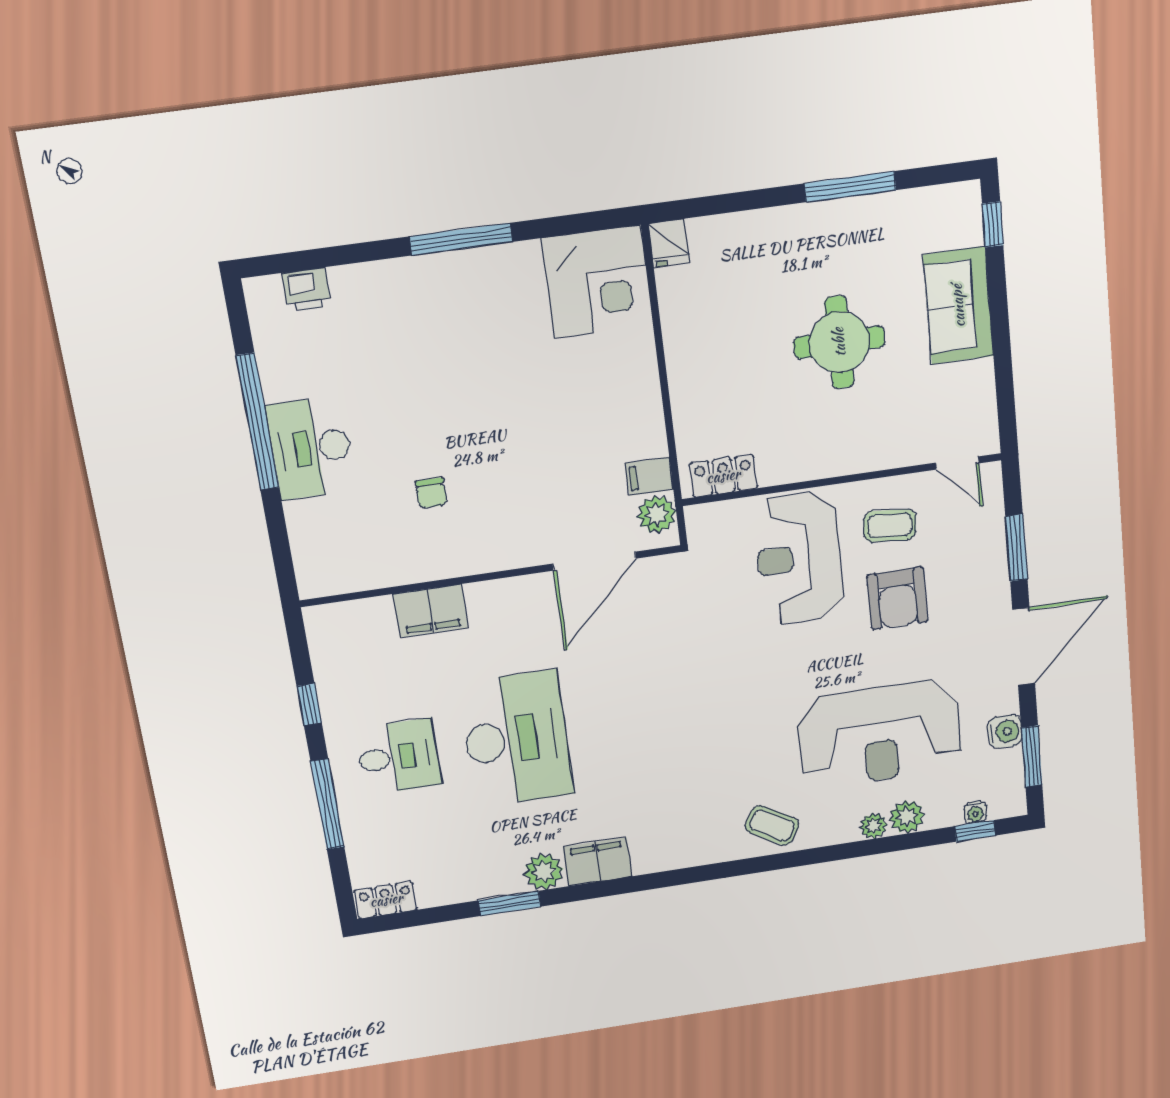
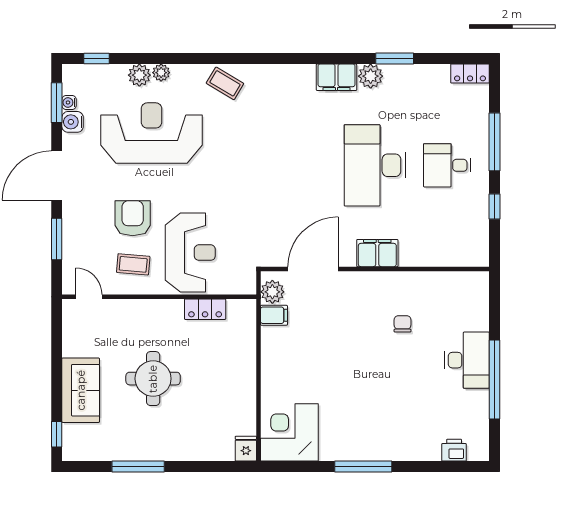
locker: (723, 476) -> (205, 309), moved
filing cabinet: (431, 611) -> (377, 253), moved
water cooler: (975, 812) -> (69, 102), moved, turned -90

